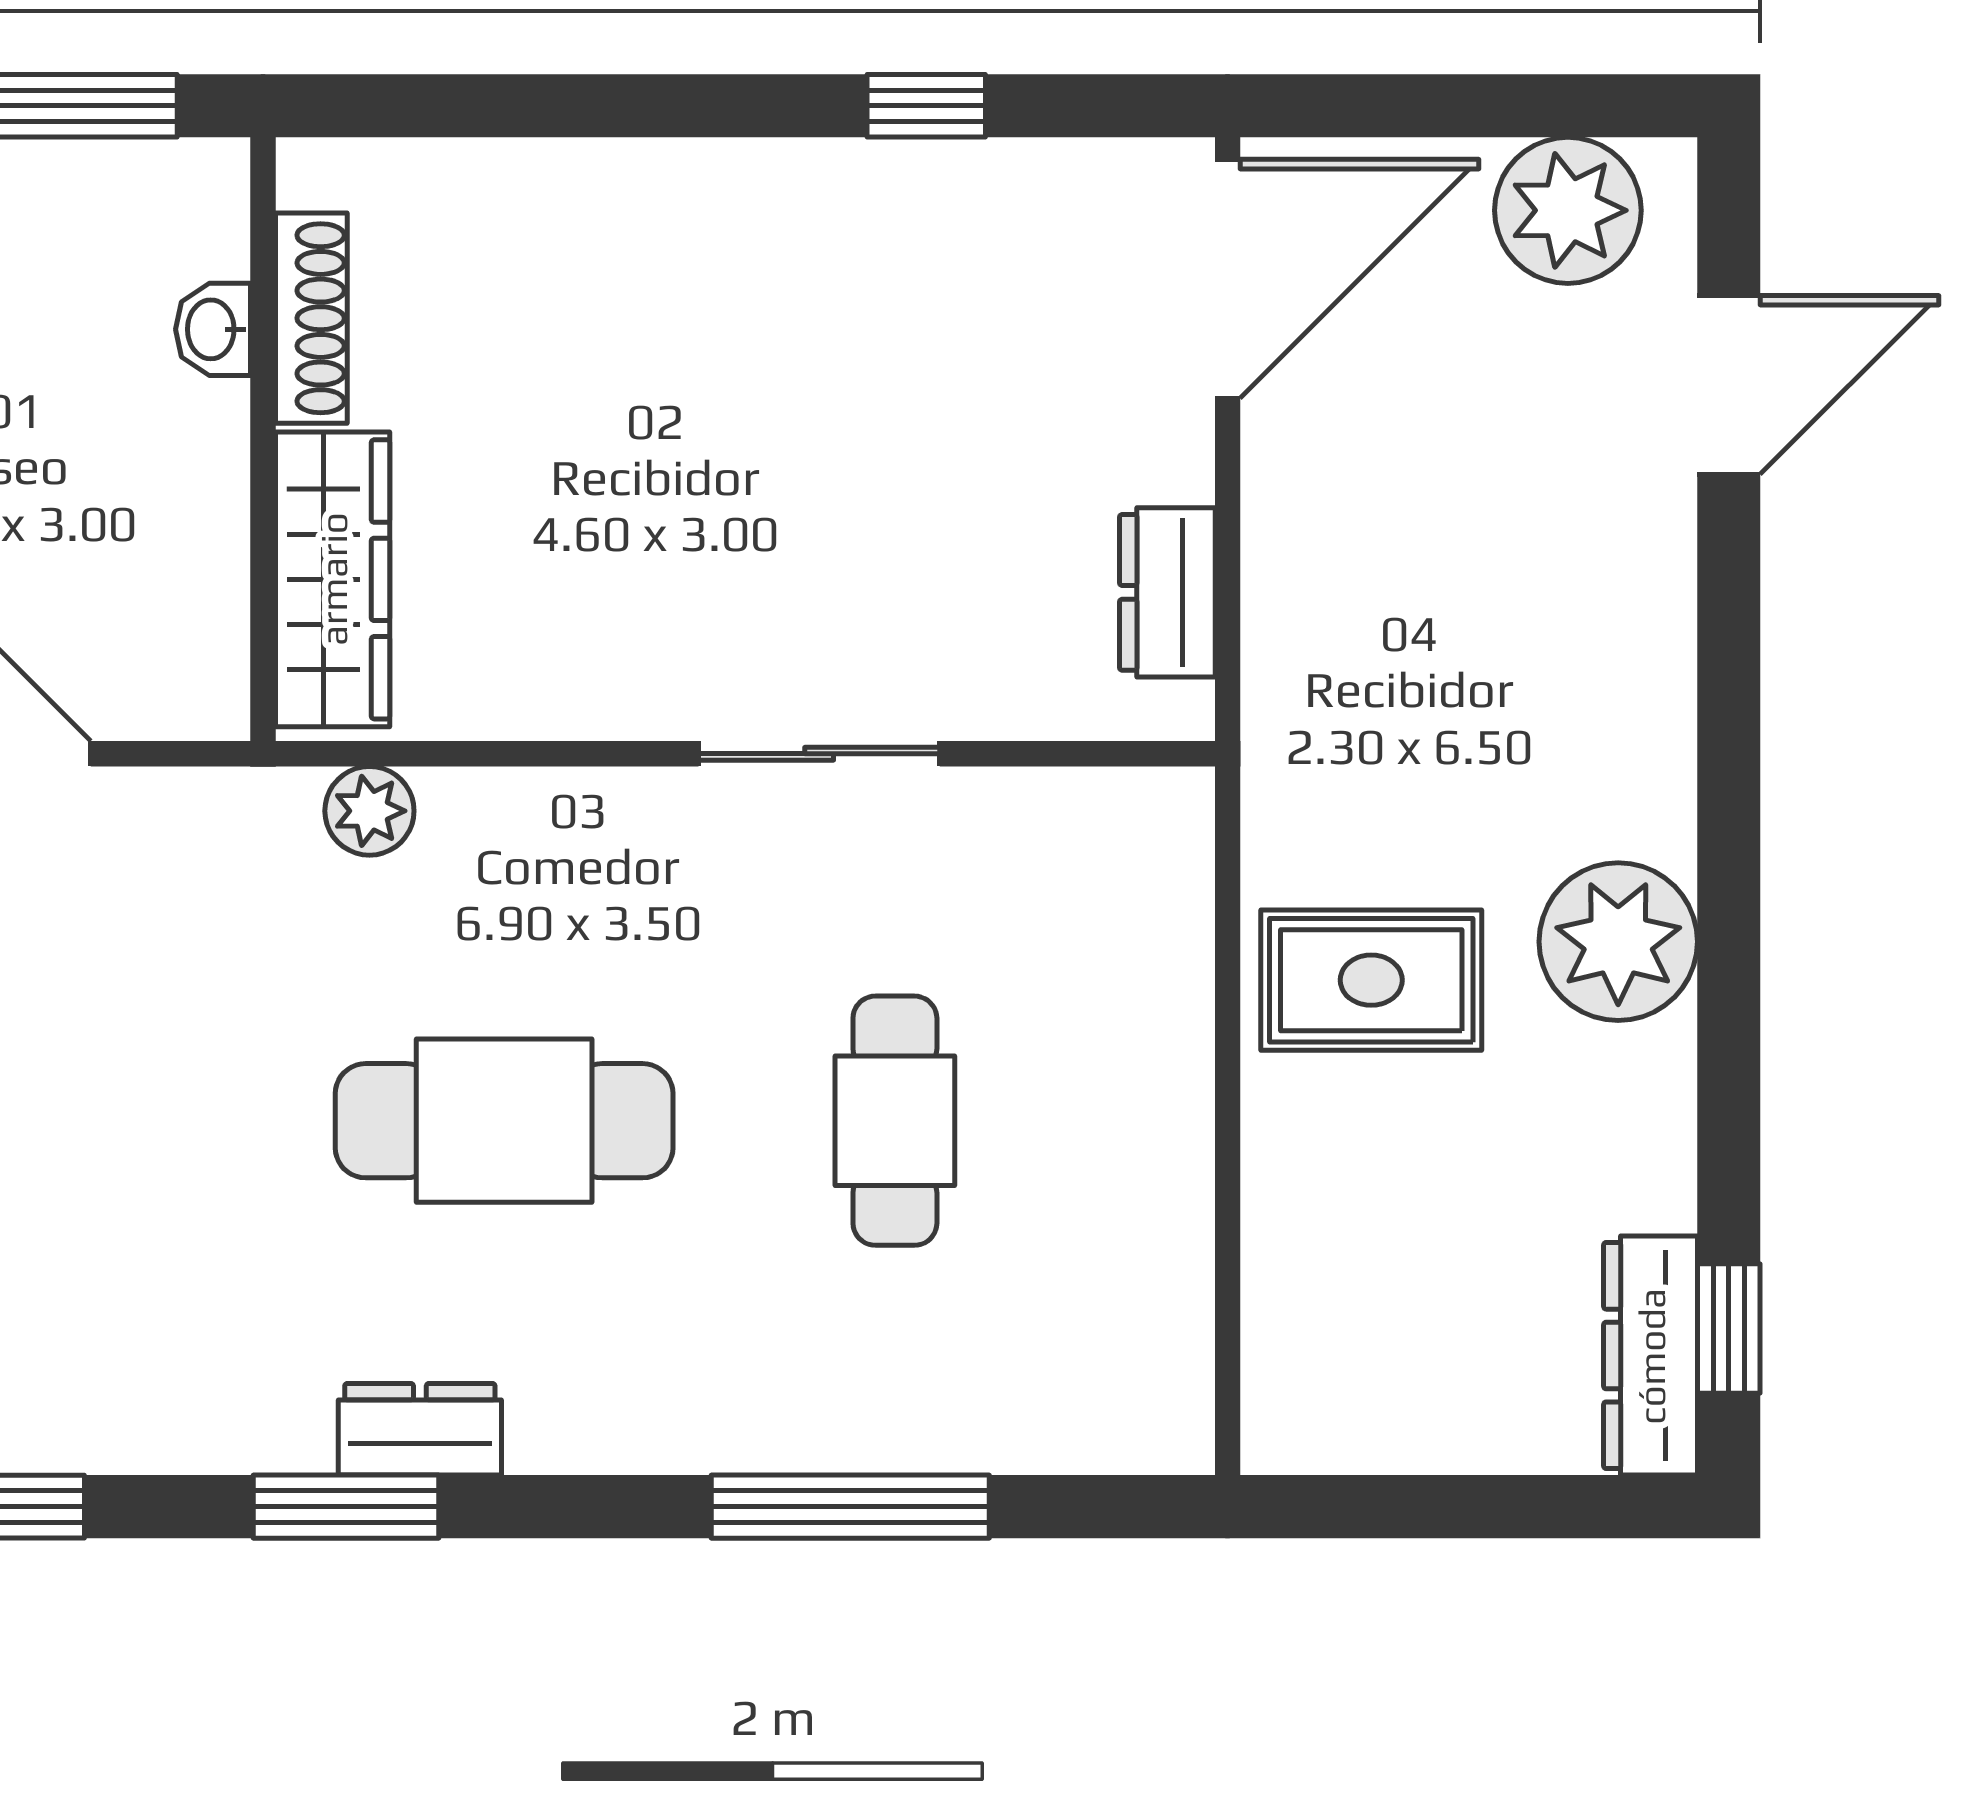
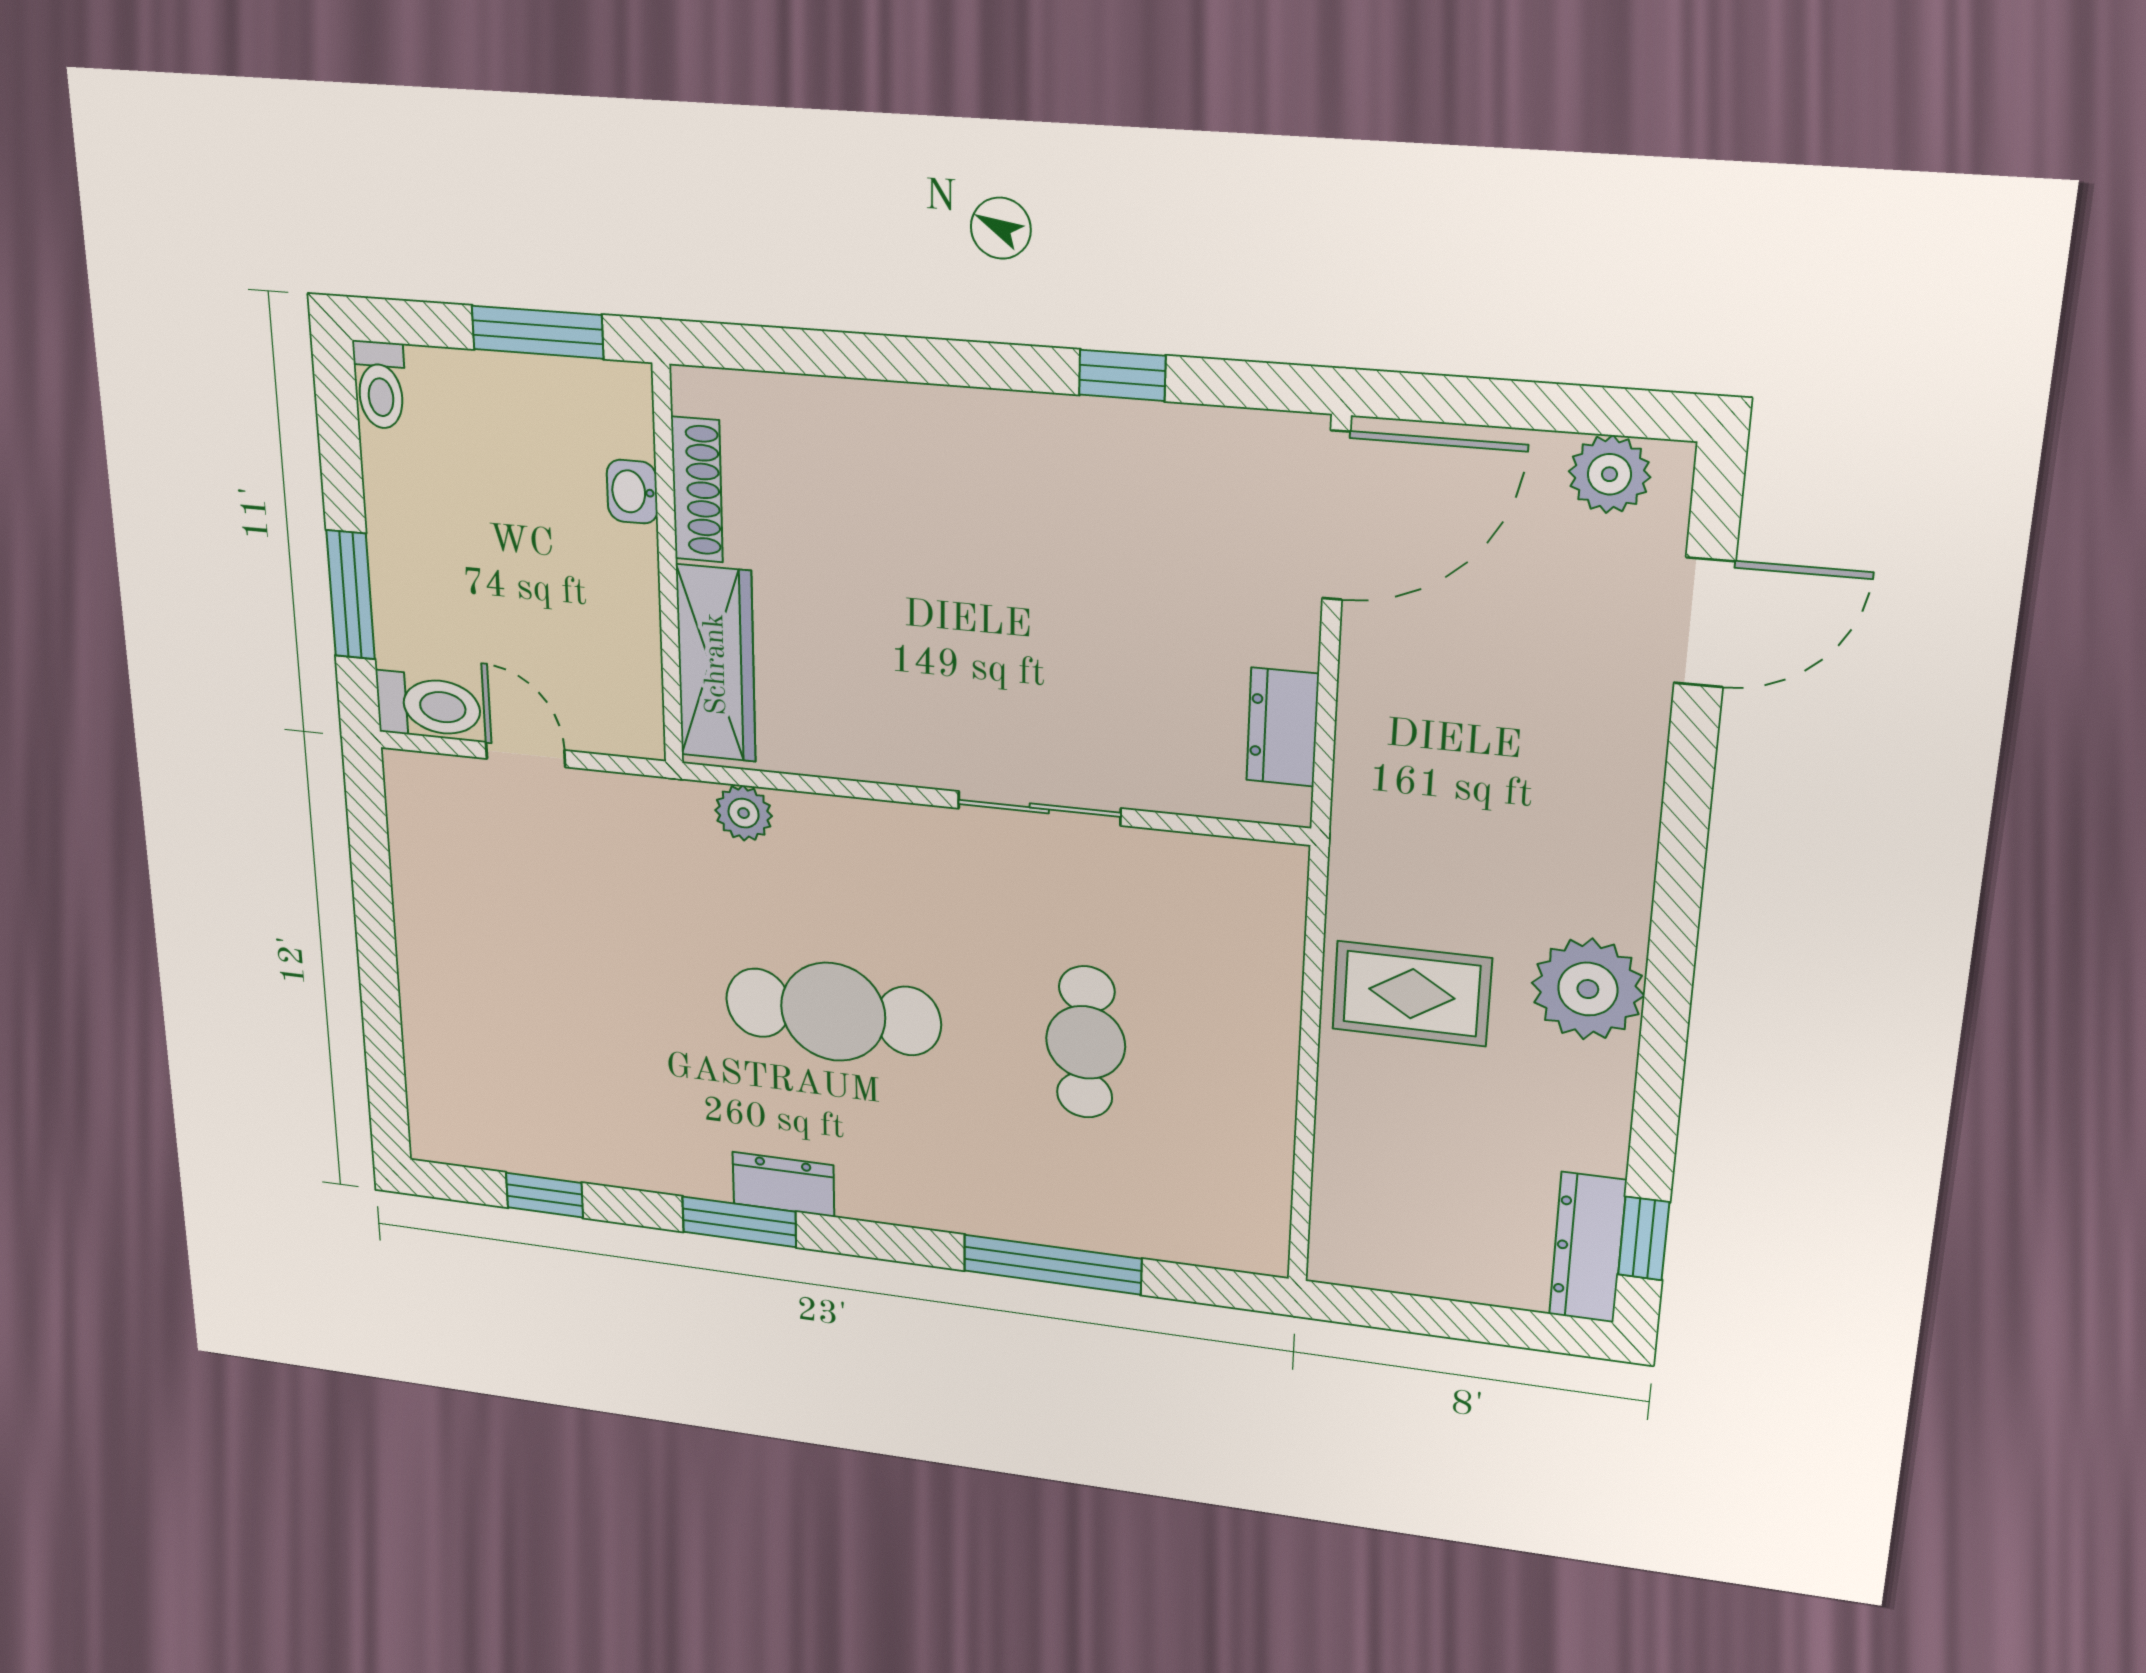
plant: (1568, 210) -> (1609, 474), width x0.73, depth x0.73

